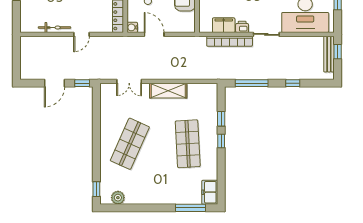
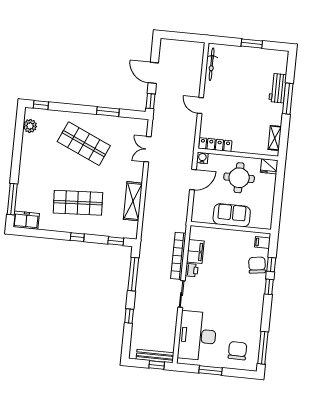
bicycle: (54, 28) -> (212, 64), moved
shelving: (168, 91) -> (133, 201), moved
window: (221, 119) -> (116, 241), moved
window: (96, 124) -> (108, 112), added

